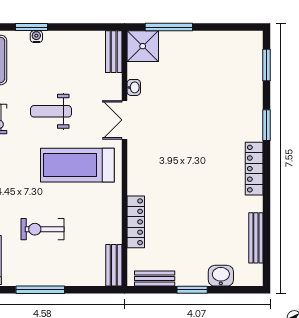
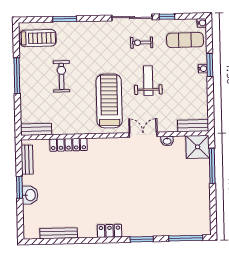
window: (267, 65) -> (186, 238), width x1.44
locker: (254, 169) -> (110, 231), width x0.66
washbasin: (221, 276) -> (30, 195), moved

